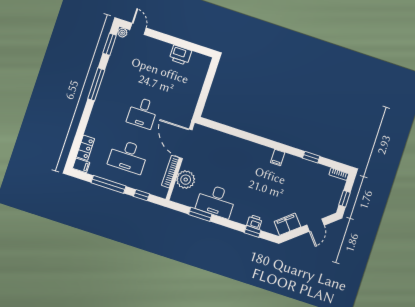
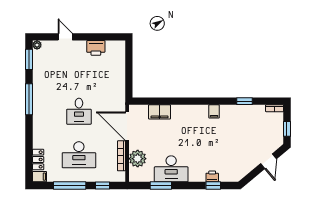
door: (138, 29) -> (65, 37), moved
filing cabinet: (287, 224) -> (160, 112), moved, turned -140

